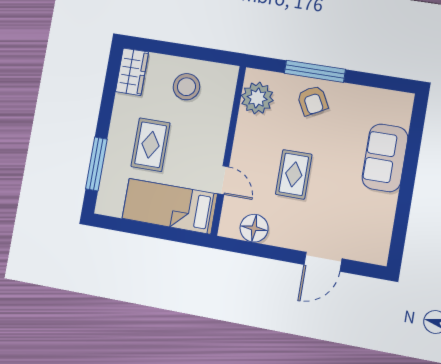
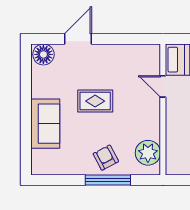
rug: (294, 174) -> (95, 101), moved, turned 90
floor lamp: (254, 228) -> (43, 54), moved

